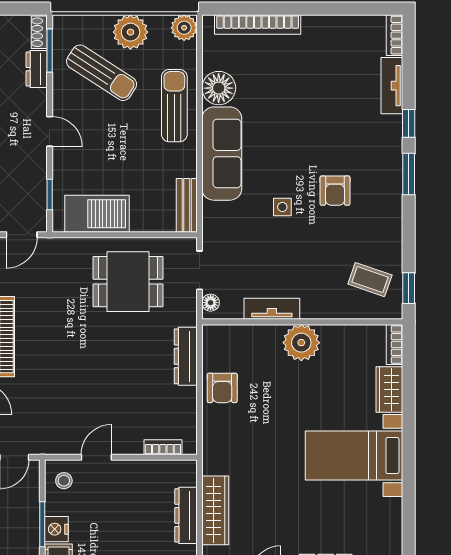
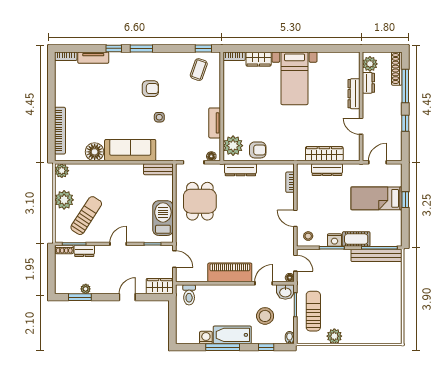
sun lounger: (174, 106) -> (104, 176), removed
plant: (301, 343) -> (233, 146), moved

